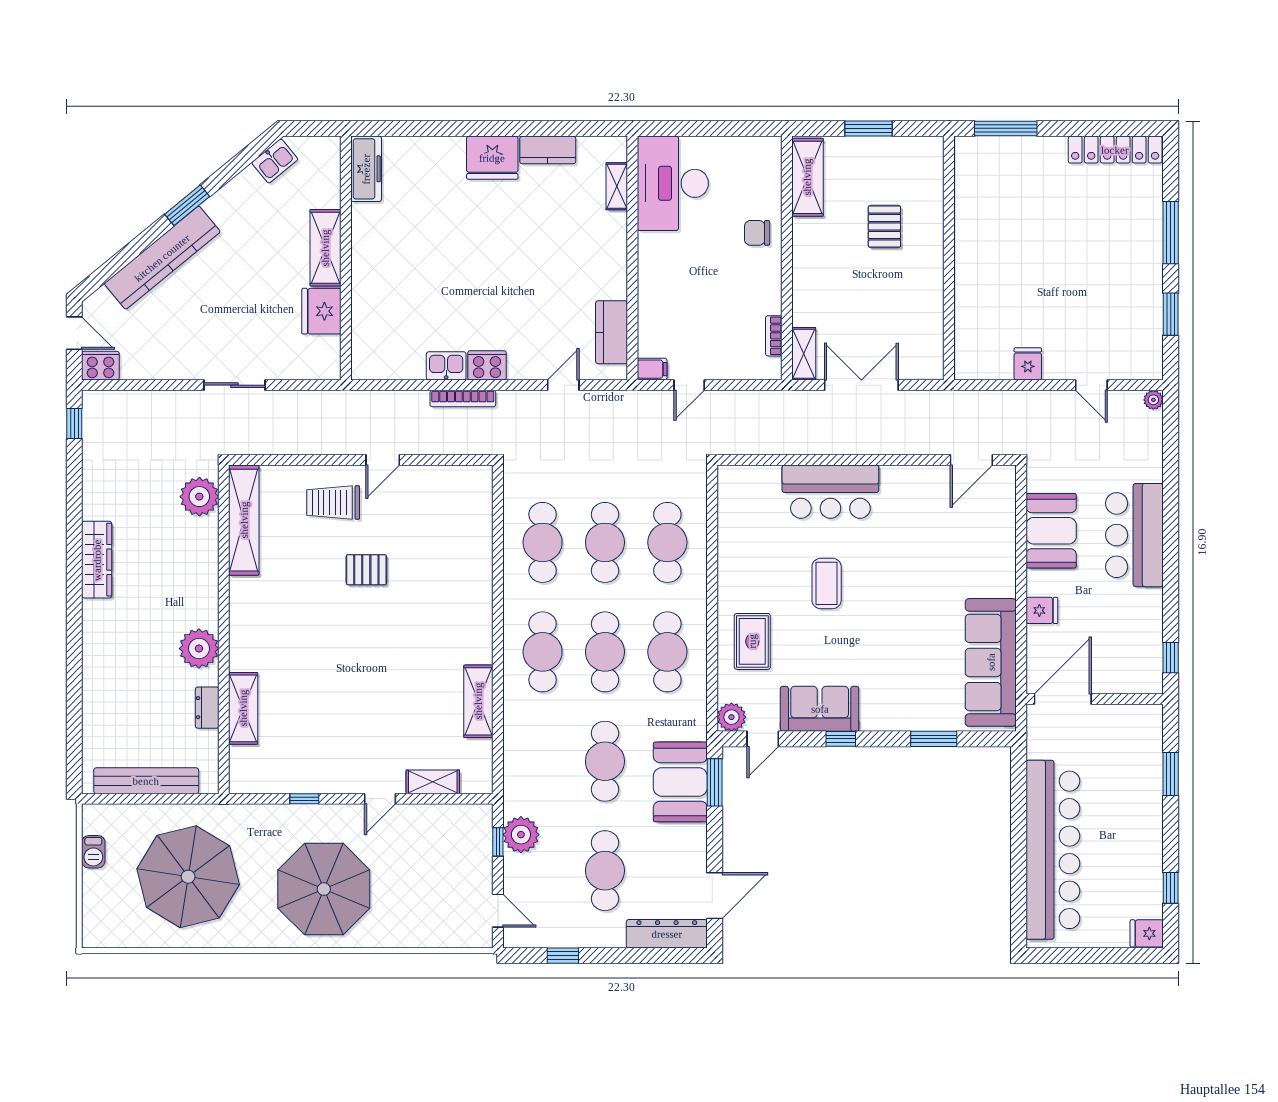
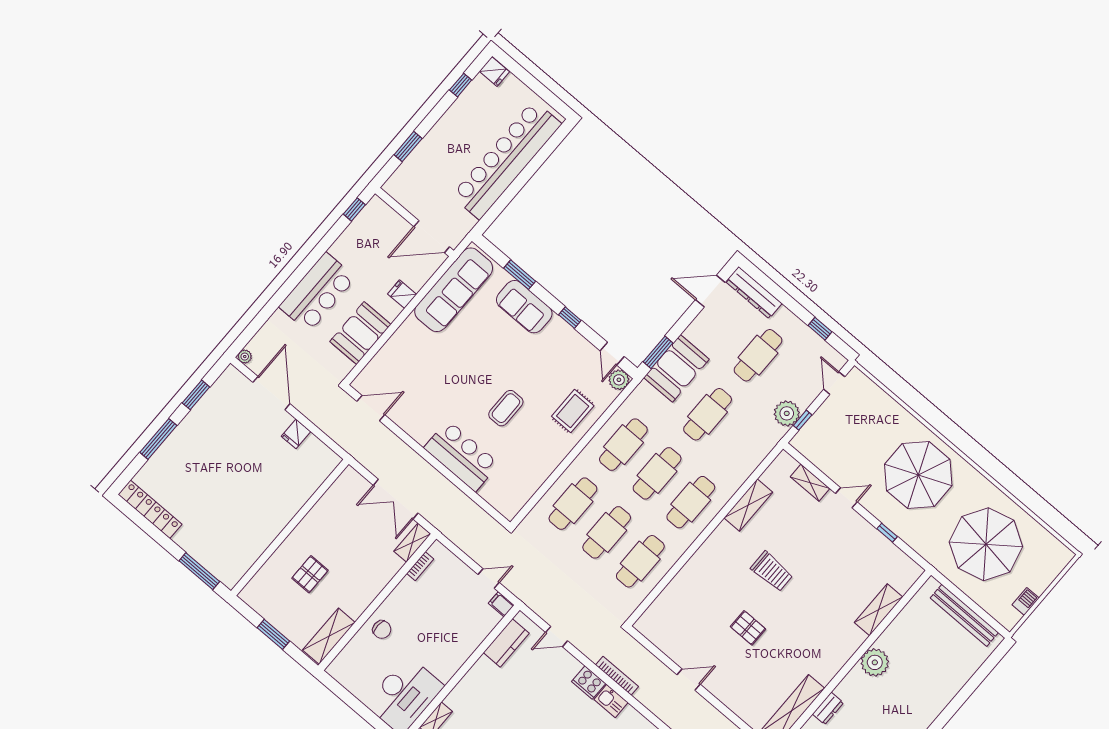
door: (1091, 385) -> (271, 393), width x1.87
trolley: (333, 502) -> (772, 572), moved
dresser: (207, 708) -> (828, 708), moved
sofa: (820, 709) -> (524, 307), moved
door: (763, 739) -> (612, 354), swing flipped

